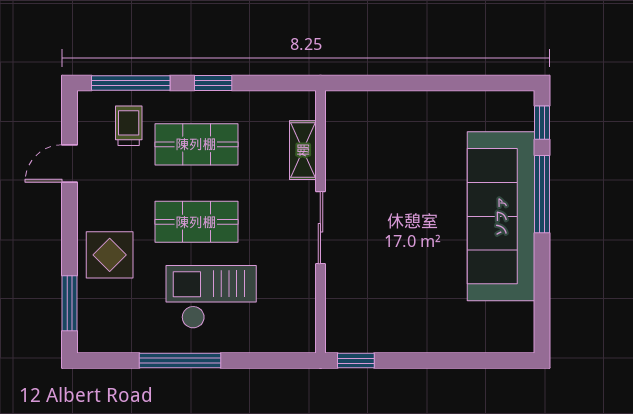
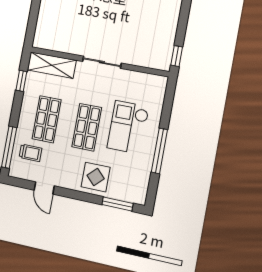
window: (213, 83) -> (21, 81), moved
trolley: (129, 126) -> (30, 153), turned 180
shelving: (303, 150) -> (52, 65), width x1.50, depth x1.33

